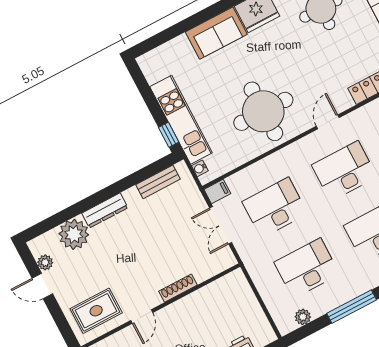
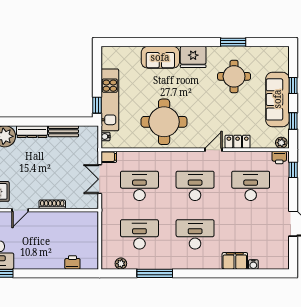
door: (328, 122) -> (213, 150), moved
bench: (158, 182) -> (63, 131), moved

